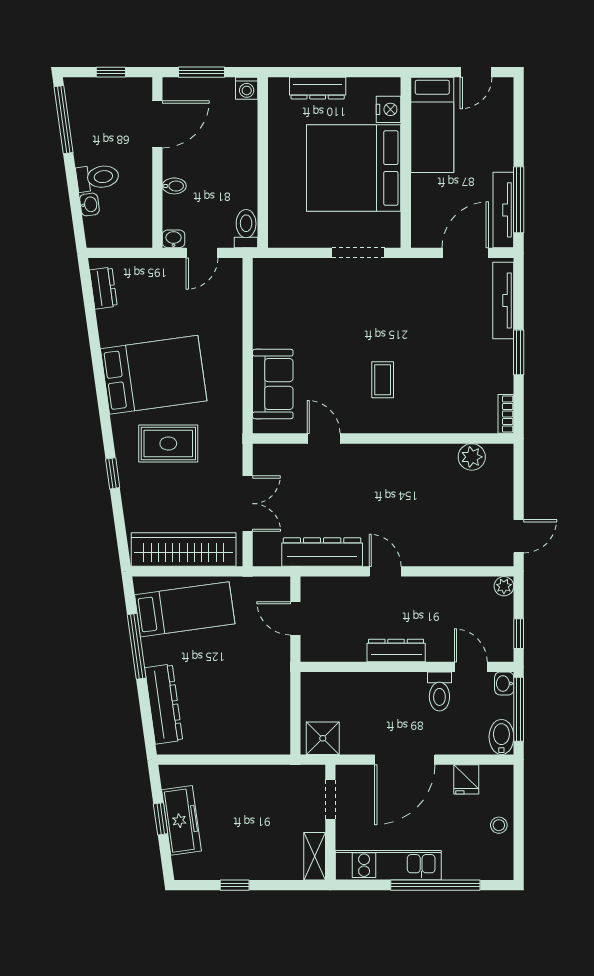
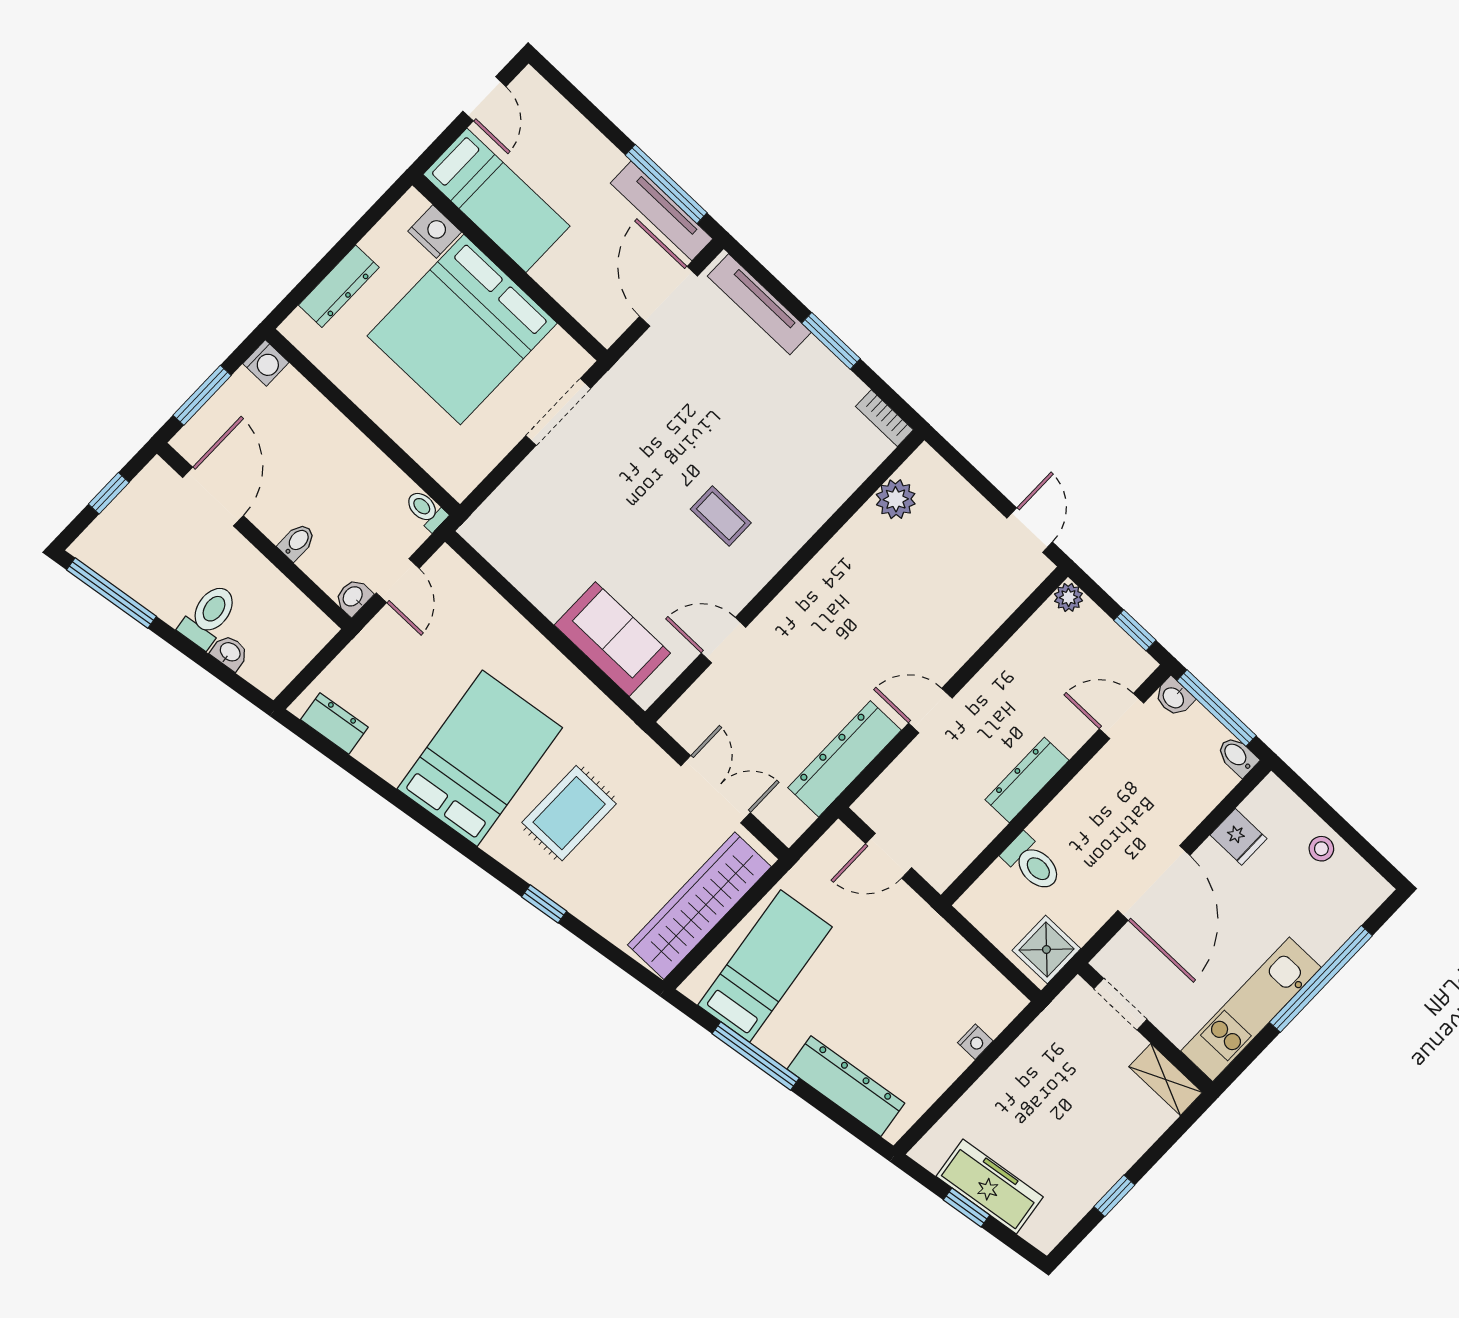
toilet: (246, 229) -> (426, 510), width x0.73, depth x0.72
toilet: (439, 691) -> (1032, 863), moved
bidet: (501, 737) -> (1237, 756), width x0.72, depth x0.74
nightstand: (245, 746) -> (975, 1042), added

